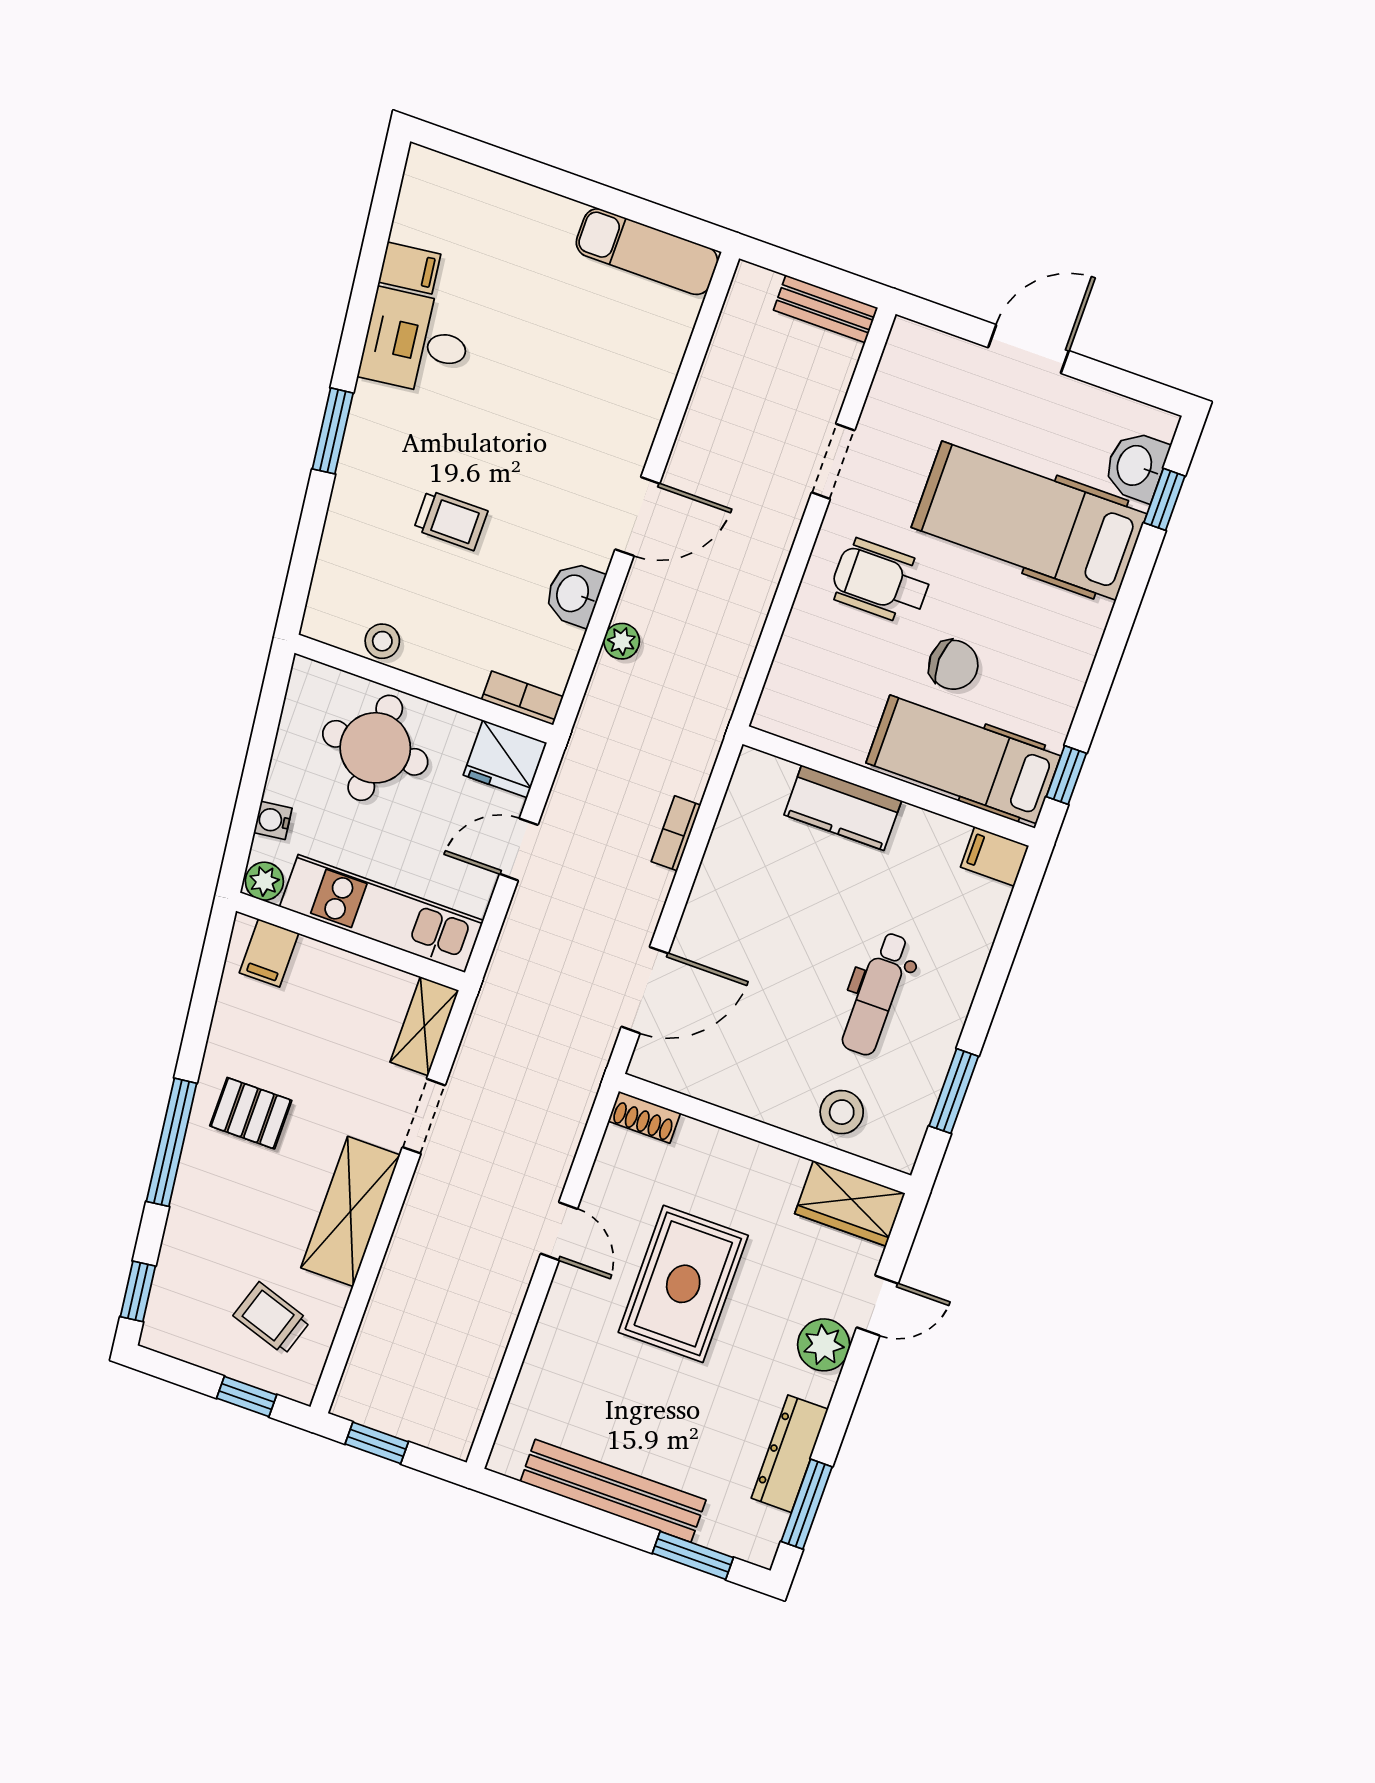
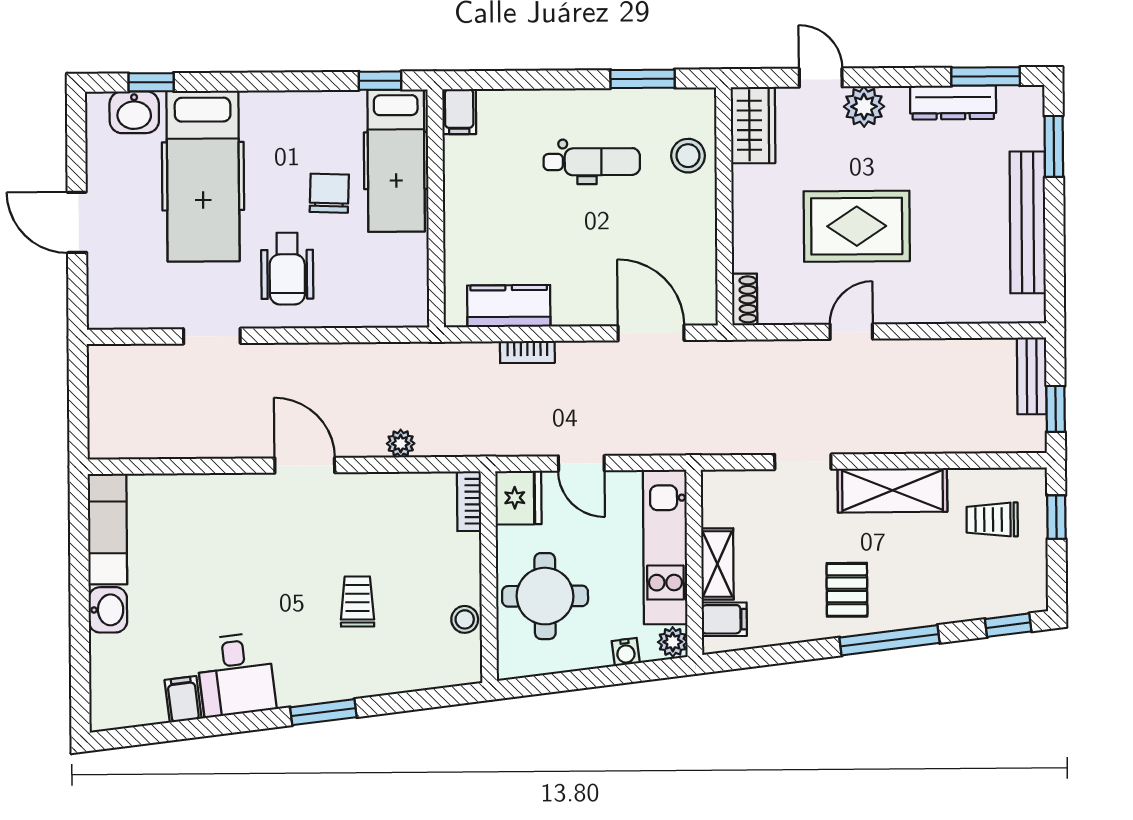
bench: (826, 309) -> (1032, 376), moved
washbasin: (574, 594) -> (108, 610), moved, turned -90
kitchen counter: (843, 808) -> (509, 306), moved, turned -90
shelving: (424, 1026) -> (717, 564), moved, turned 90
trolley: (272, 1318) -> (992, 520), turned 72

